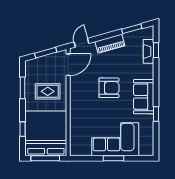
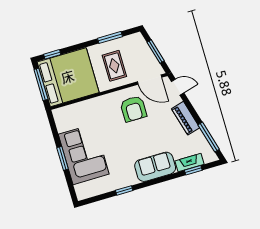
window: (132, 29) -> (209, 137), width x1.44
armchair: (109, 88) -> (133, 109), moved
sofa: (144, 97) -> (155, 167), moved
window: (22, 129) -> (52, 54), moved

